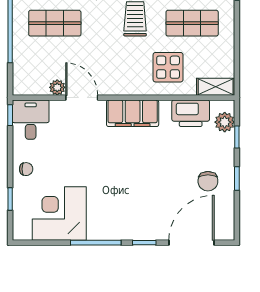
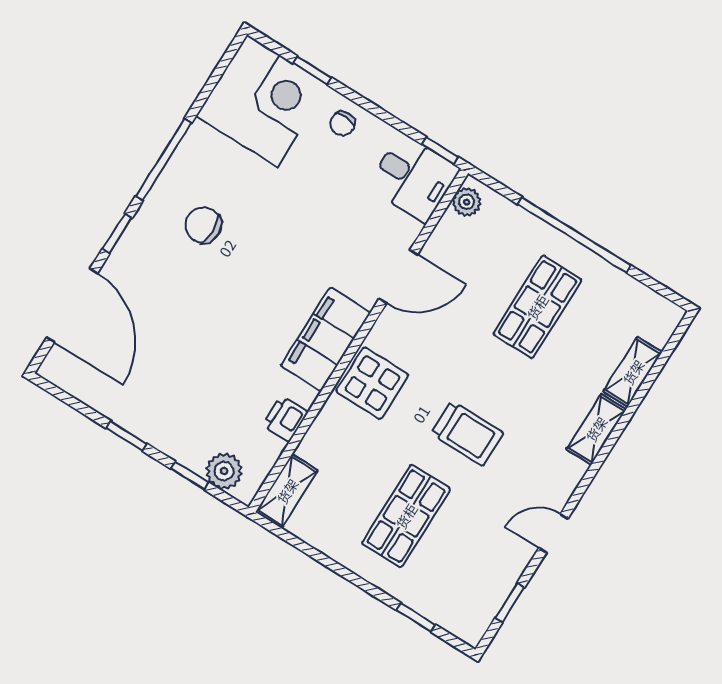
display table: (168, 67) -> (372, 383), moved
plant: (57, 87) -> (467, 202), moved
printer: (191, 113) -> (285, 419), width x0.53, depth x0.68
chair: (208, 181) -> (203, 225), moved
corner desk: (59, 214) -> (262, 101), moved

